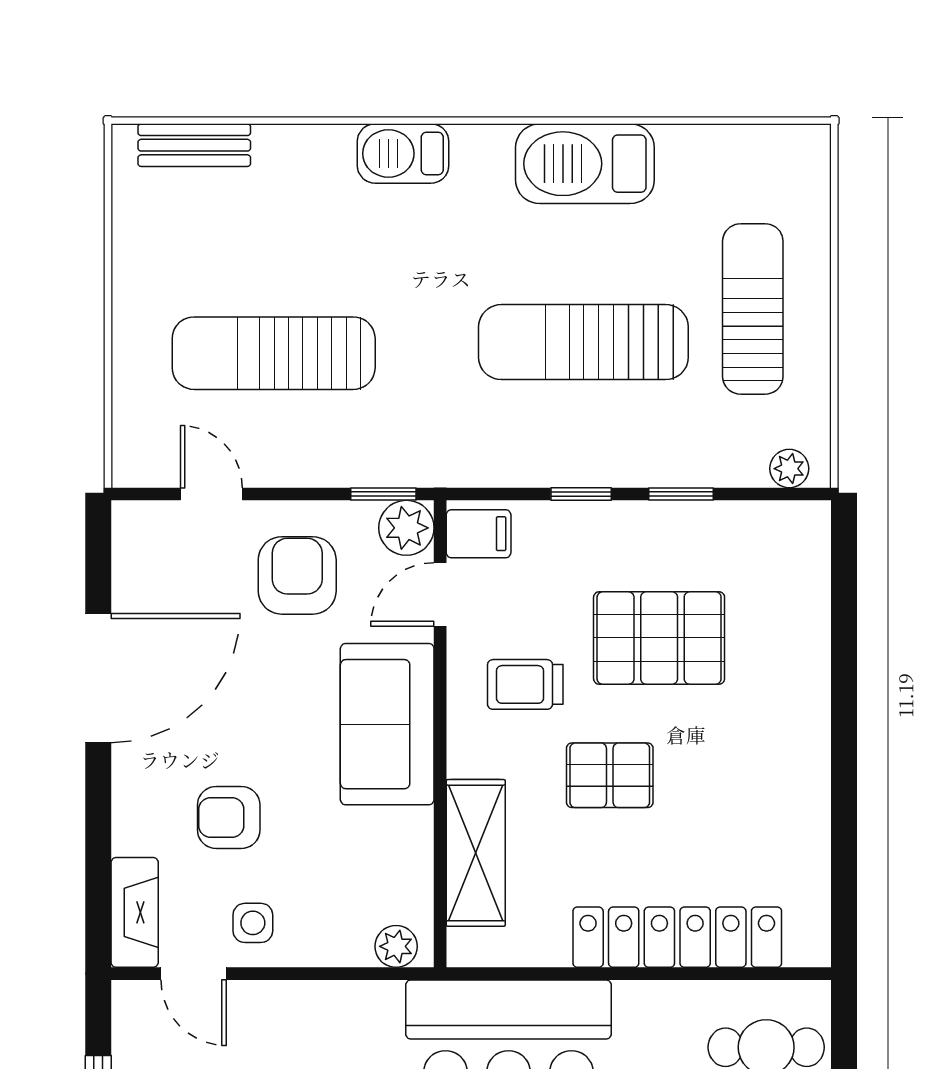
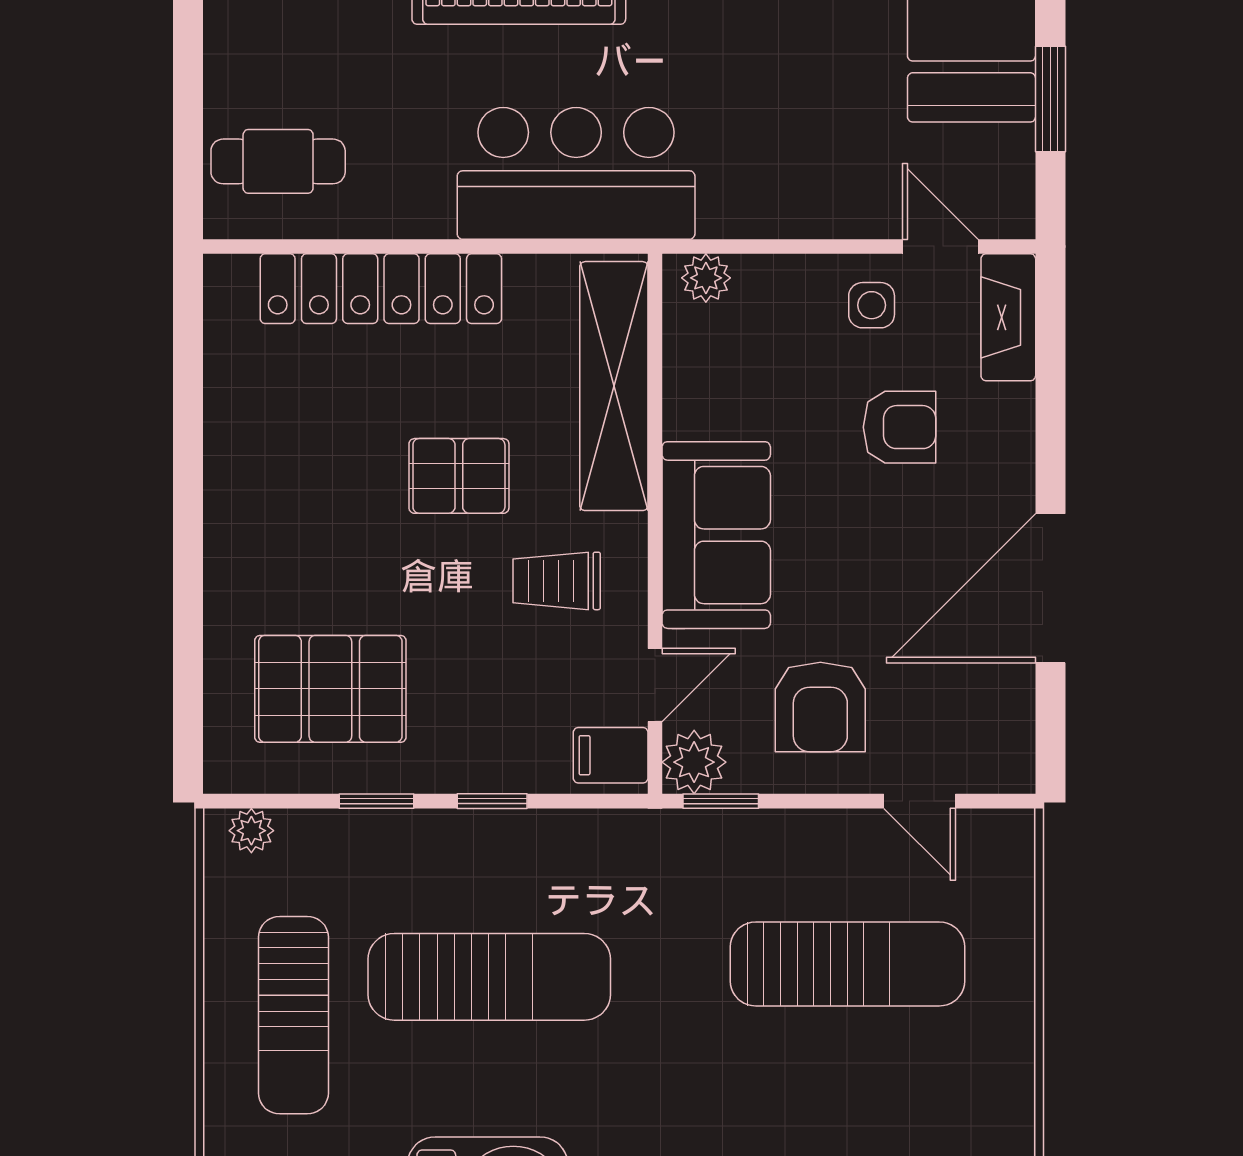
pallet: (659, 638) -> (330, 689), moved
trolley: (525, 684) -> (557, 581), turned 180
shelving: (476, 853) -> (614, 386), width x1.47

